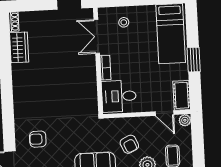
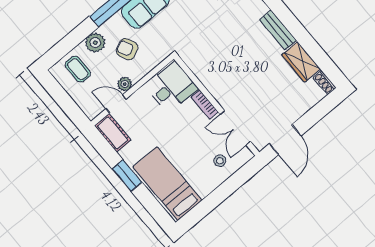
double door: (97, 36) -> (235, 128), swing flipped
bench: (18, 80) -> (278, 30), added
plant: (185, 120) -> (125, 84), moved

